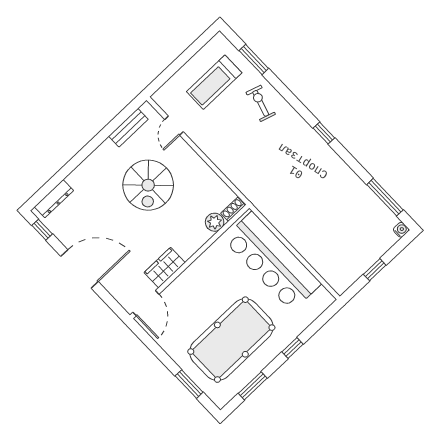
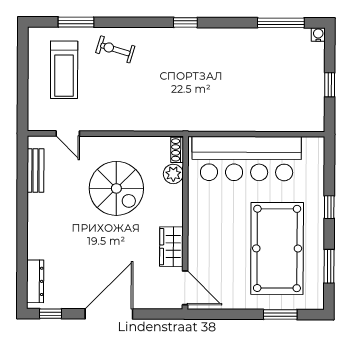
spiral stairs: (148, 185) -> (116, 188), moved

